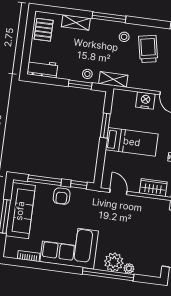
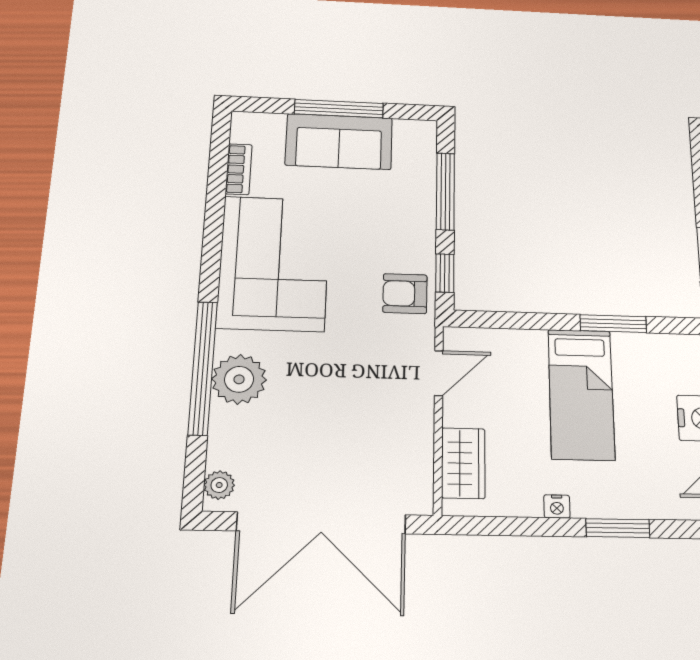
armchair: (62, 196) -> (405, 294), moved
sofa: (20, 211) -> (339, 142), width x0.73
plant: (129, 268) -> (219, 485), moved

